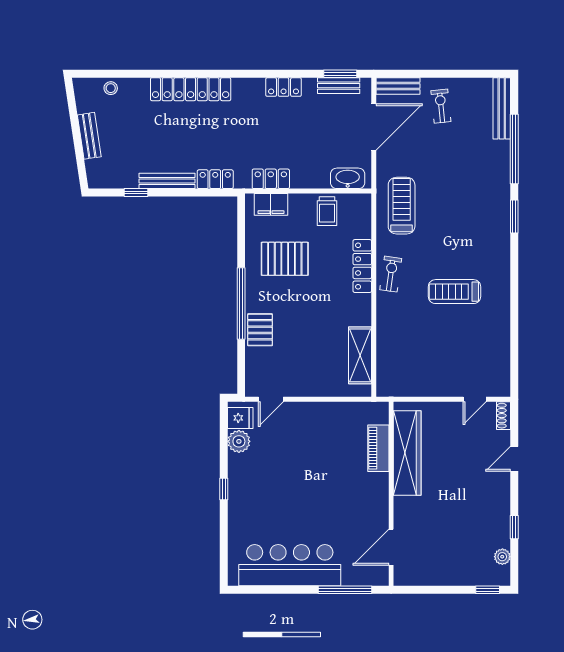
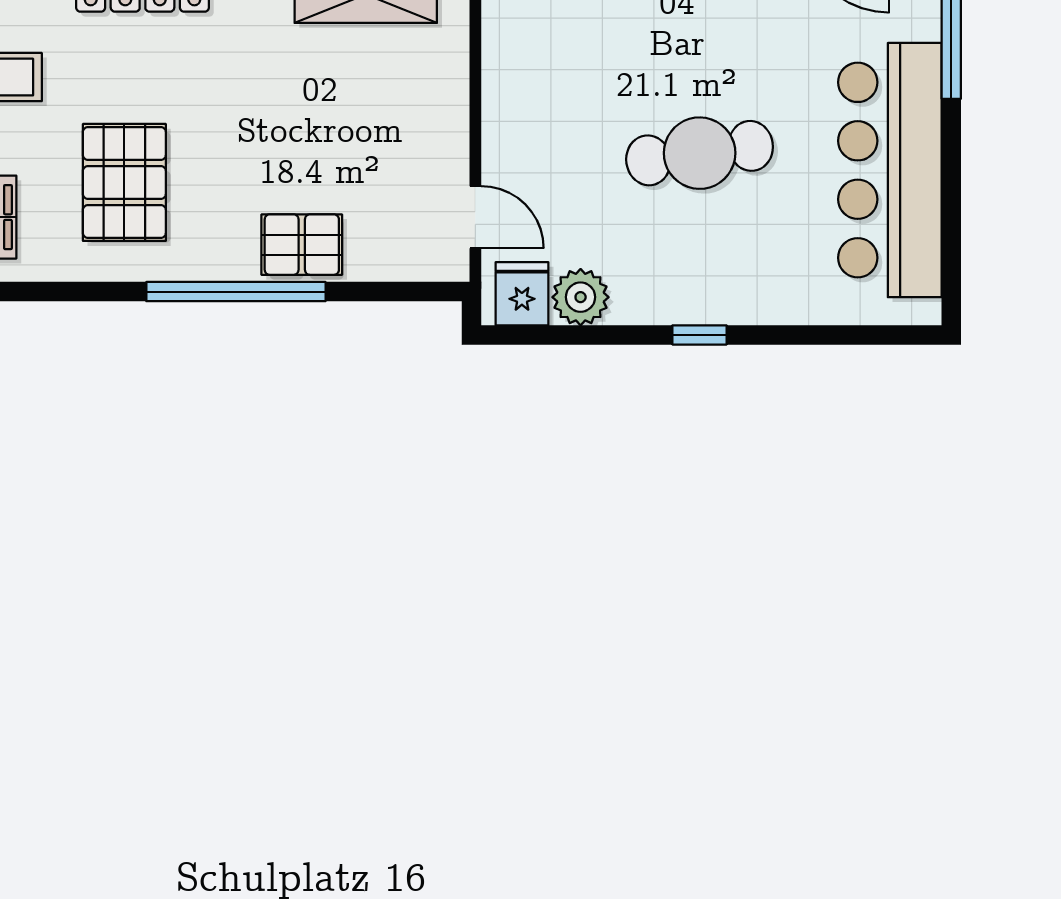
cafe table: (297, 489) -> (700, 153), added

